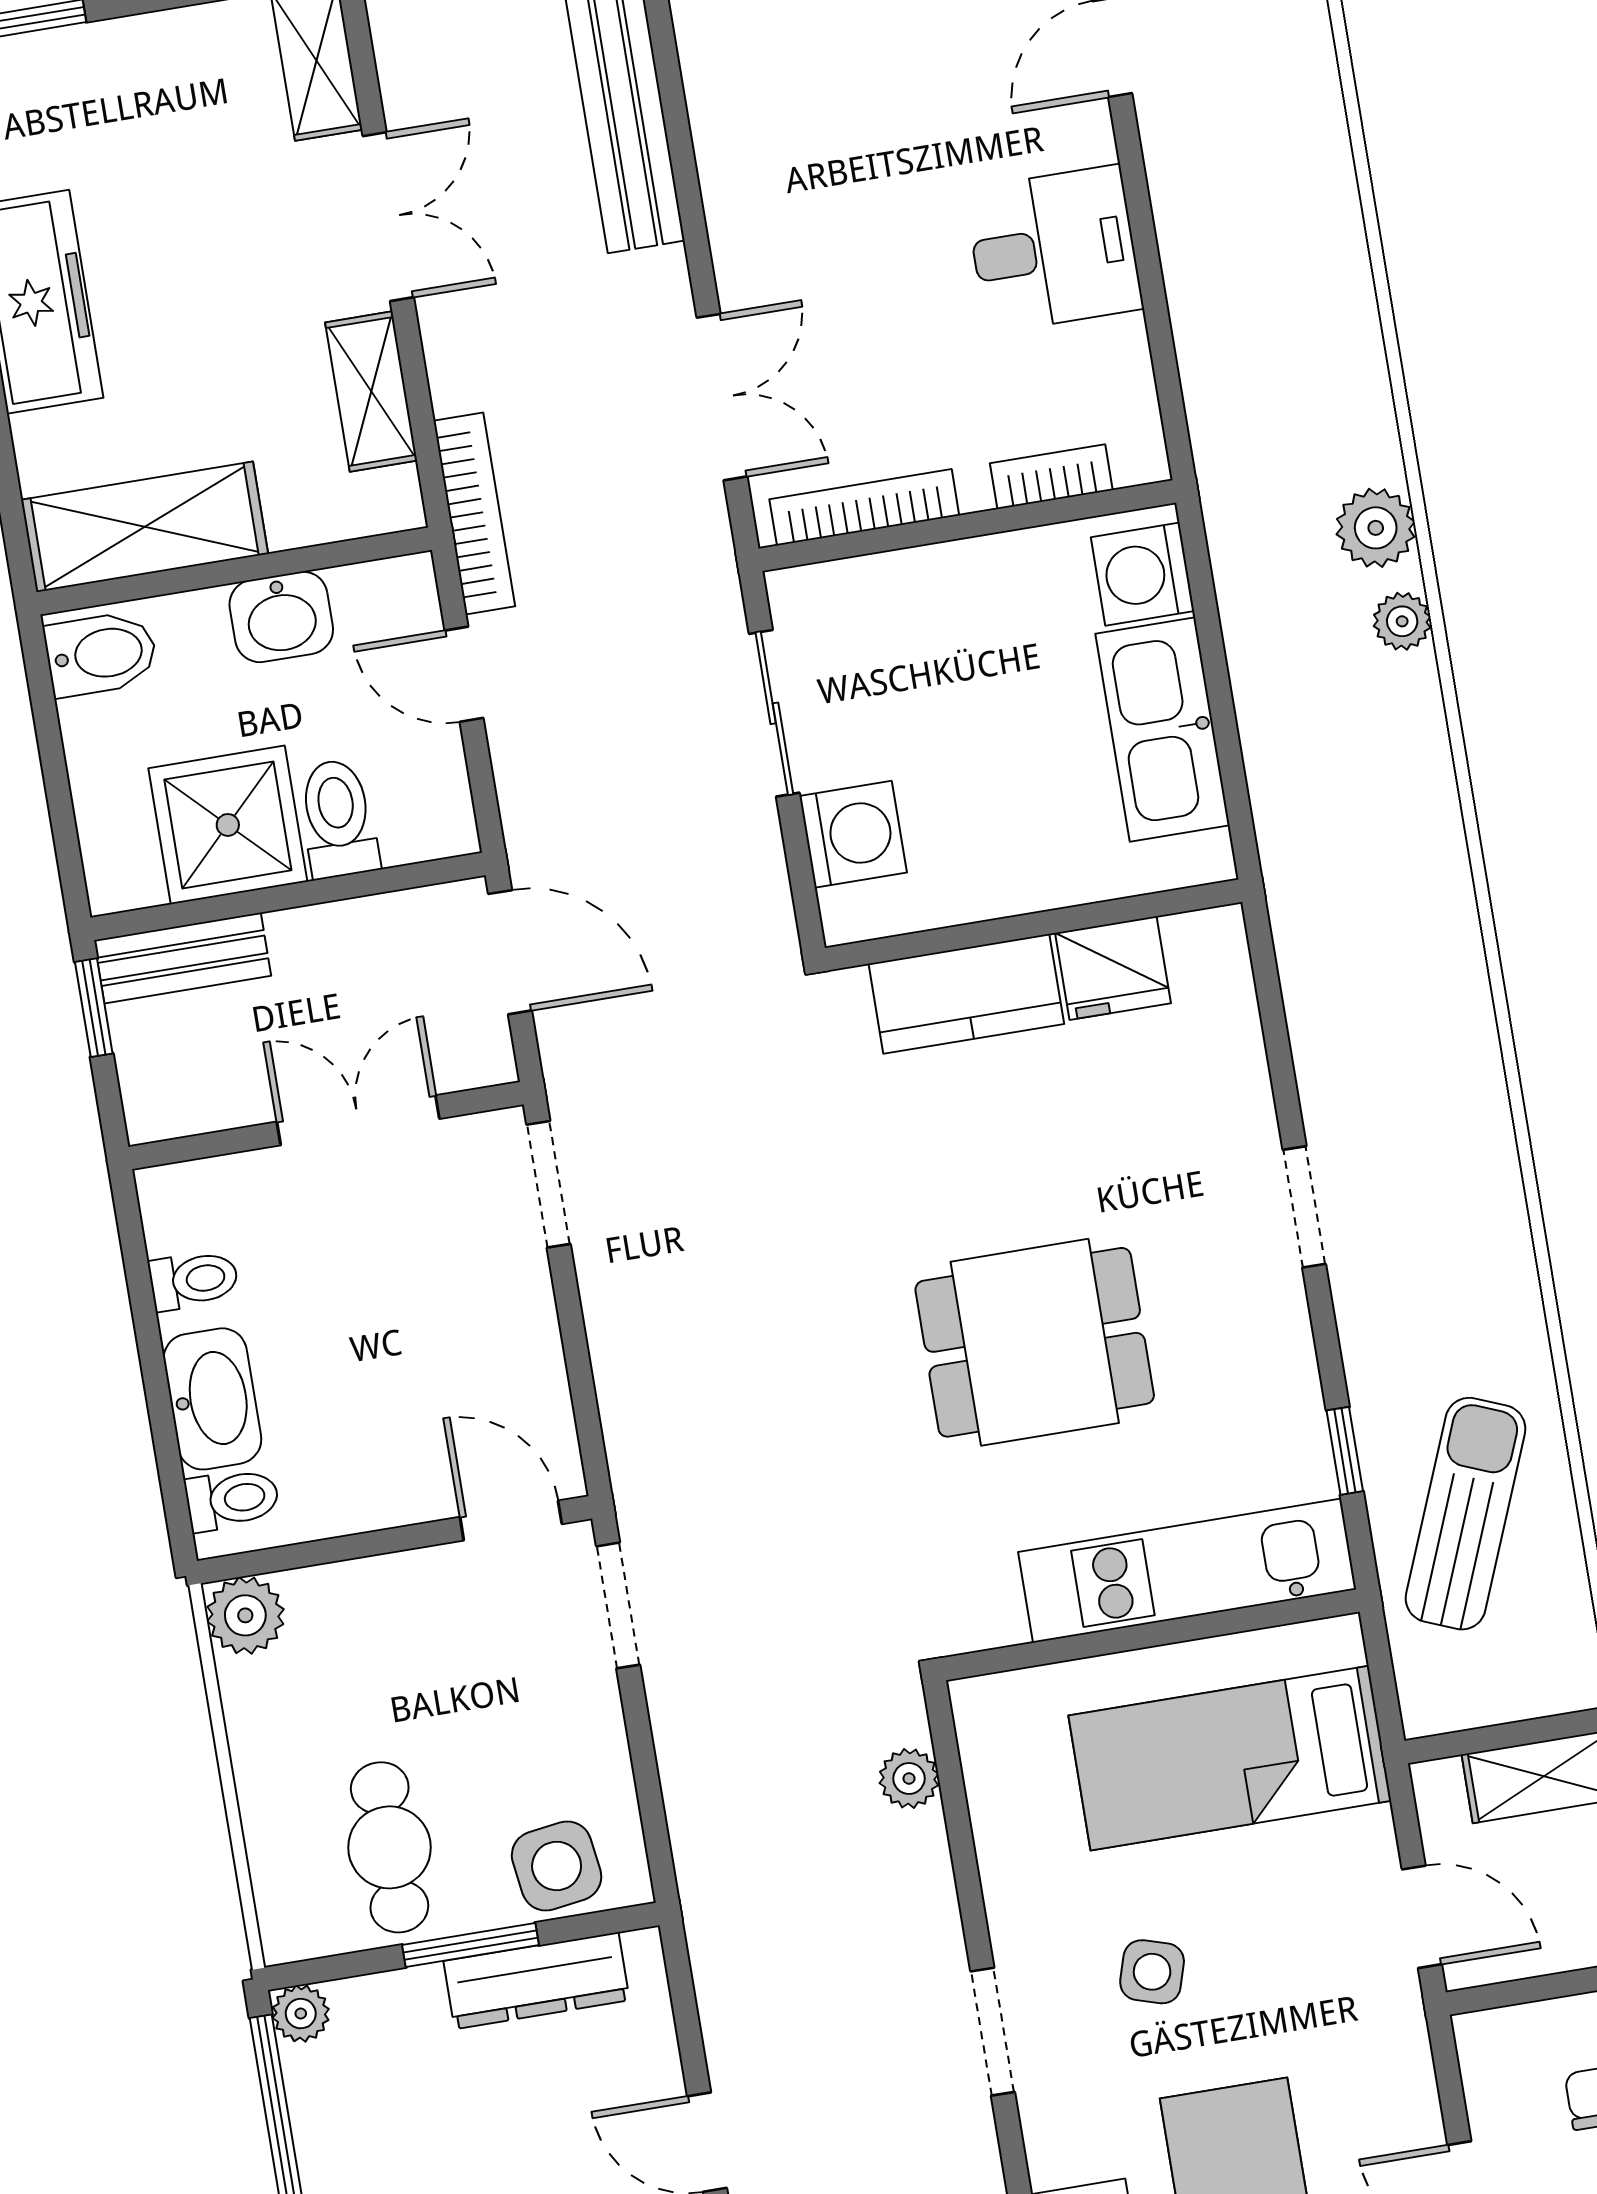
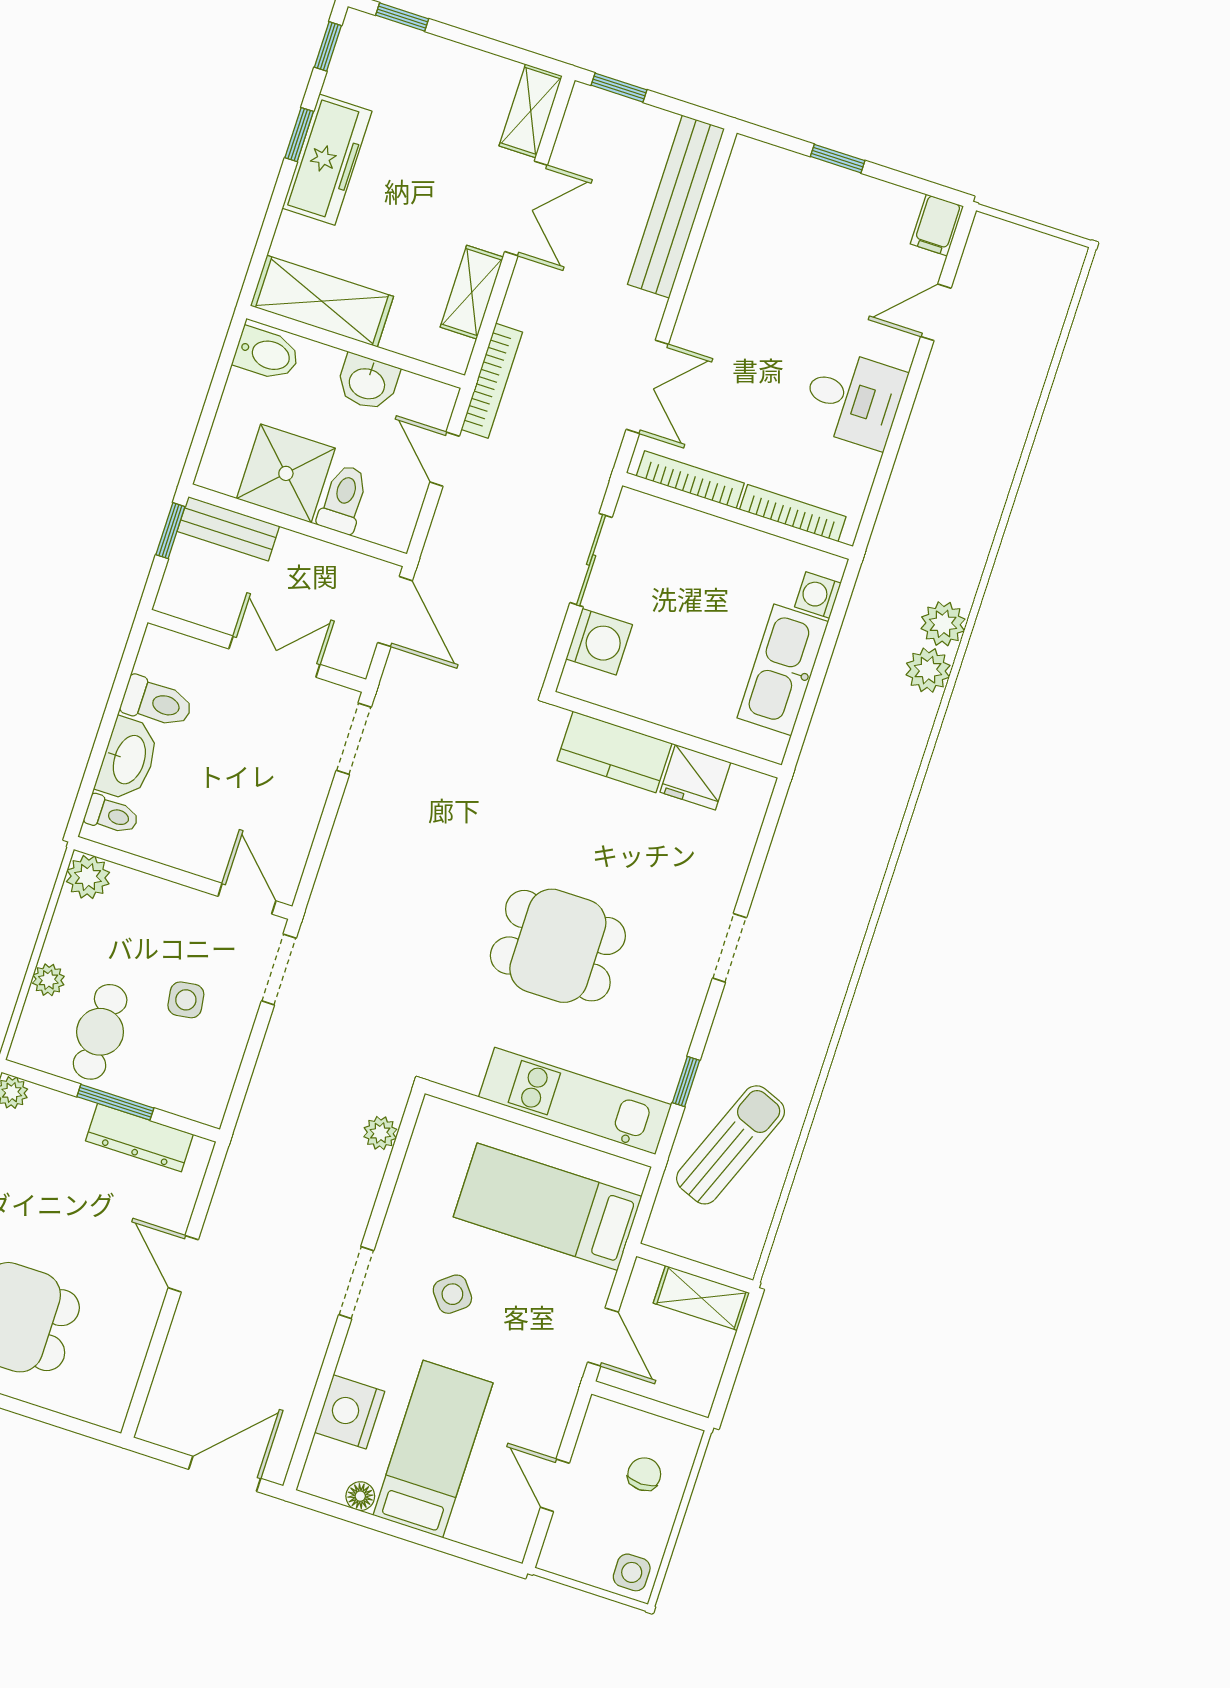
bookcase: (1051, 477) -> (793, 513), width x1.56
washing machine: (1143, 574) -> (818, 595), width x0.73, depth x0.73
plant: (1402, 621) -> (928, 670), width x1.38, depth x1.38
toilet: (194, 1280) -> (157, 702), width x1.37, depth x1.39
plant: (267, 1808) -> (48, 980), added
side table: (557, 1866) -> (186, 1000), moved, width x0.73, depth x0.73
side table: (1152, 1972) -> (452, 1294), turned 35

